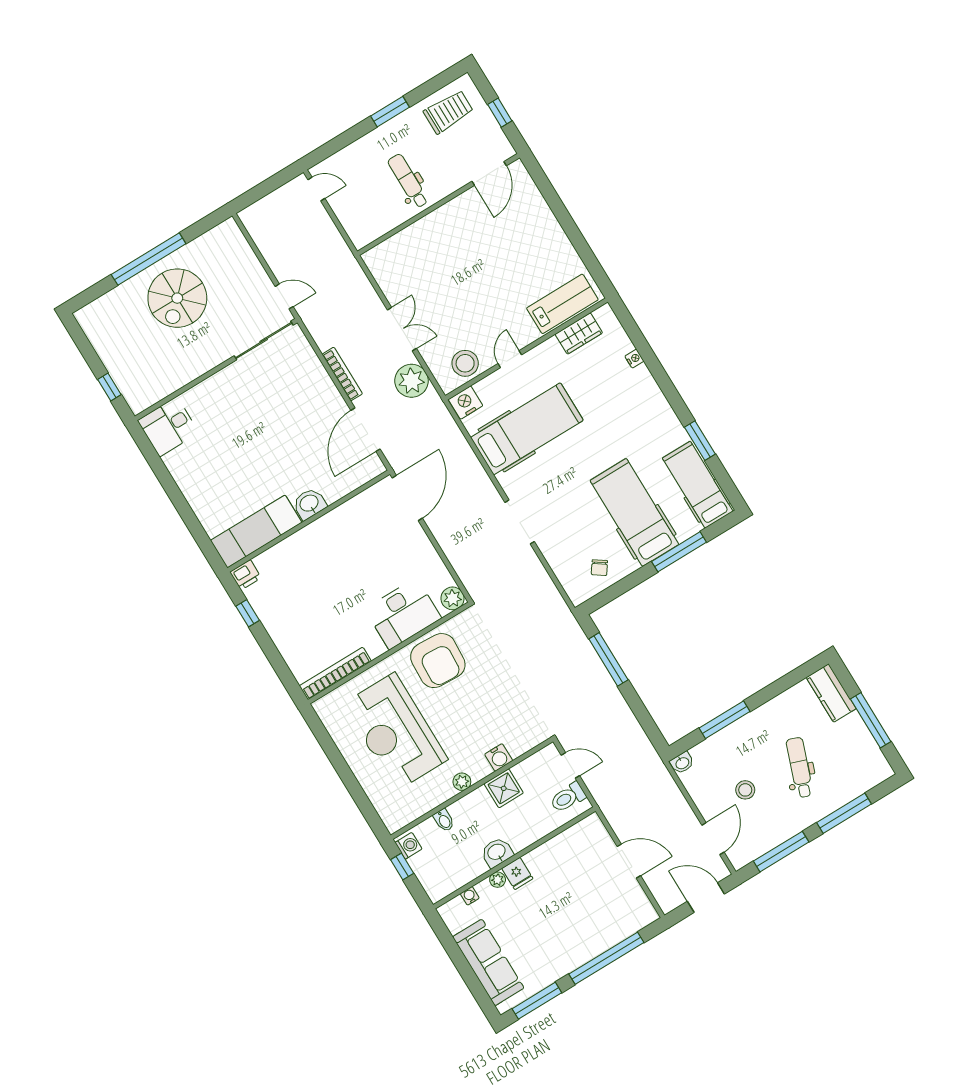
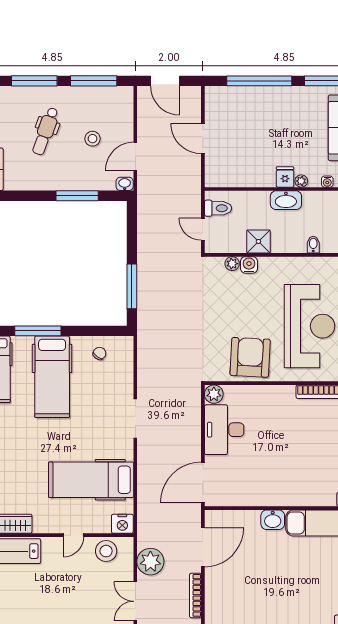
desk: (403, 614) -> (224, 430), moved, turned -90
plant: (462, 782) -> (232, 264), moved
door: (713, 839) -> (135, 156), moved
washbasin: (497, 852) -> (286, 200), width x1.38

